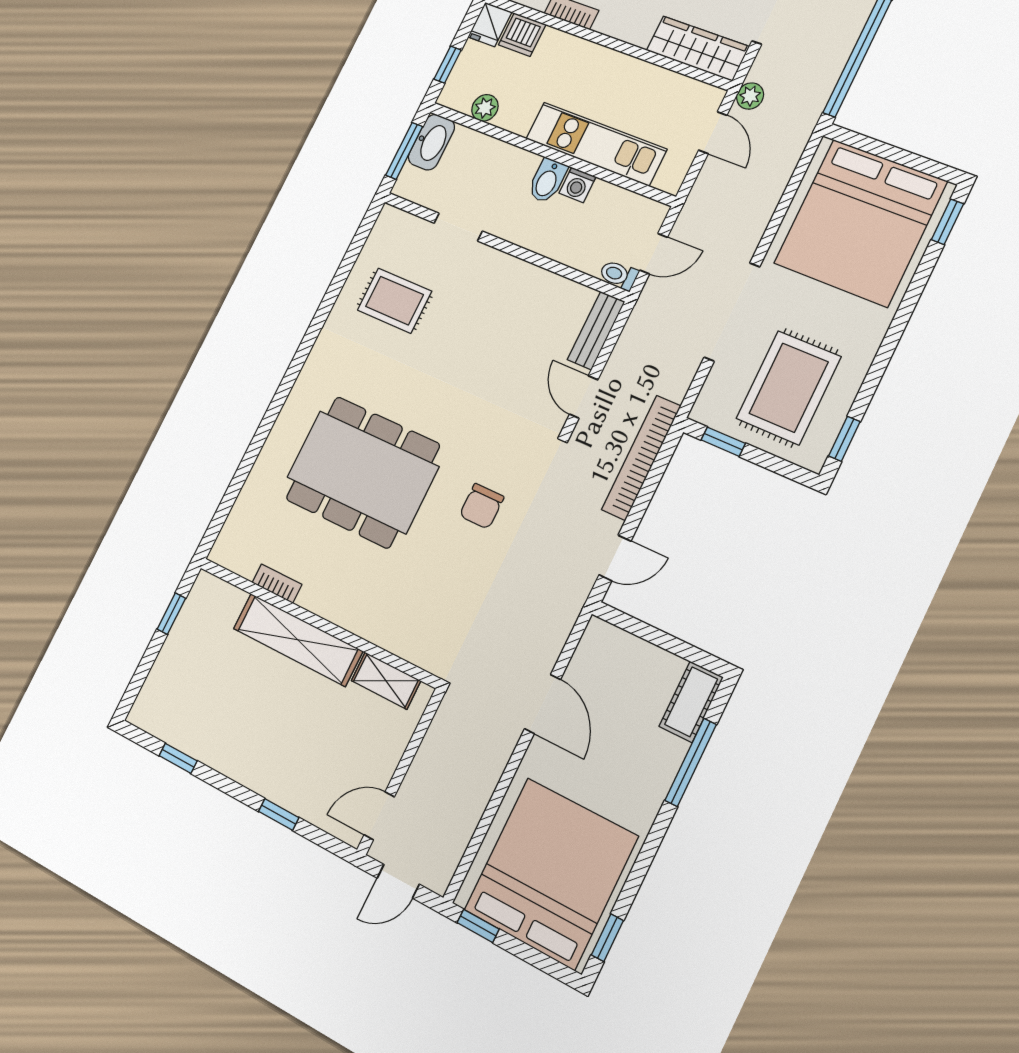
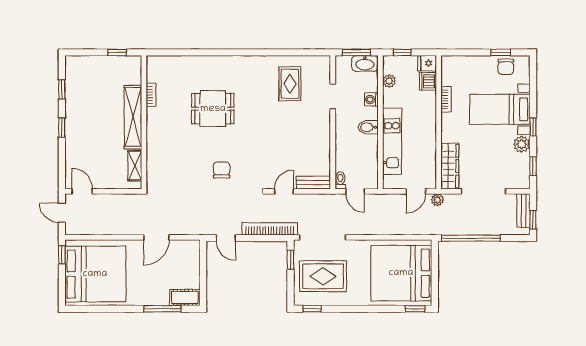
washing machine: (577, 185) -> (371, 99), moved
doorway: (732, 312) -> (322, 237), moved
dining table: (362, 472) -> (213, 109), width x0.53, depth x0.80
chair: (482, 506) -> (222, 170), turned 90
window: (279, 814) -> (62, 128), moved
window: (607, 938) -> (83, 309), removed

